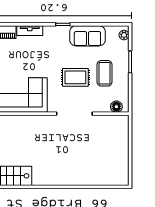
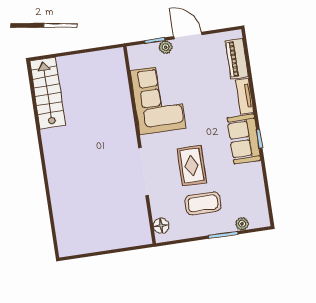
plant: (124, 35) -> (242, 224), moved
sofa: (87, 36) -> (244, 139), moved

